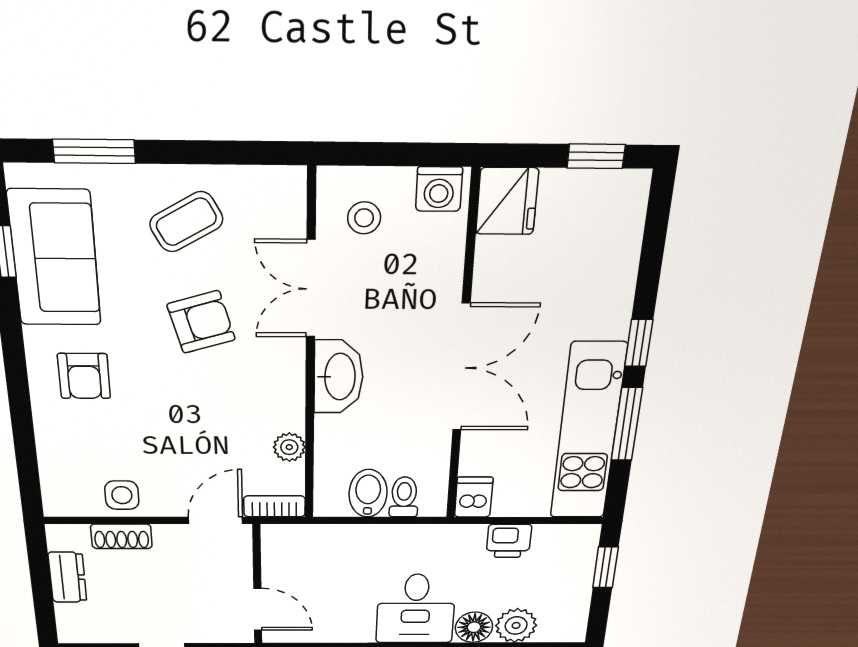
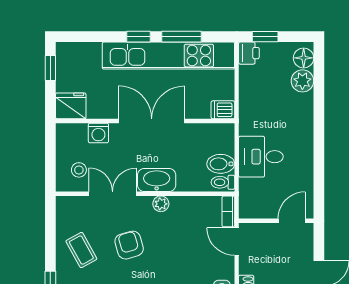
washing machine: (439, 189) -> (98, 133), moved, turned 90
double door: (311, 289) -> (113, 194), swing flipped
kitchen unit: (588, 432) -> (168, 56), width x1.36
plant: (289, 447) -> (161, 204), moved
toilet: (404, 497) -> (223, 182), moved
printer: (509, 541) -> (249, 53), moved
desk: (416, 609) -> (261, 157), moved, turned 180
floor lamp: (474, 627) -> (304, 58), moved

